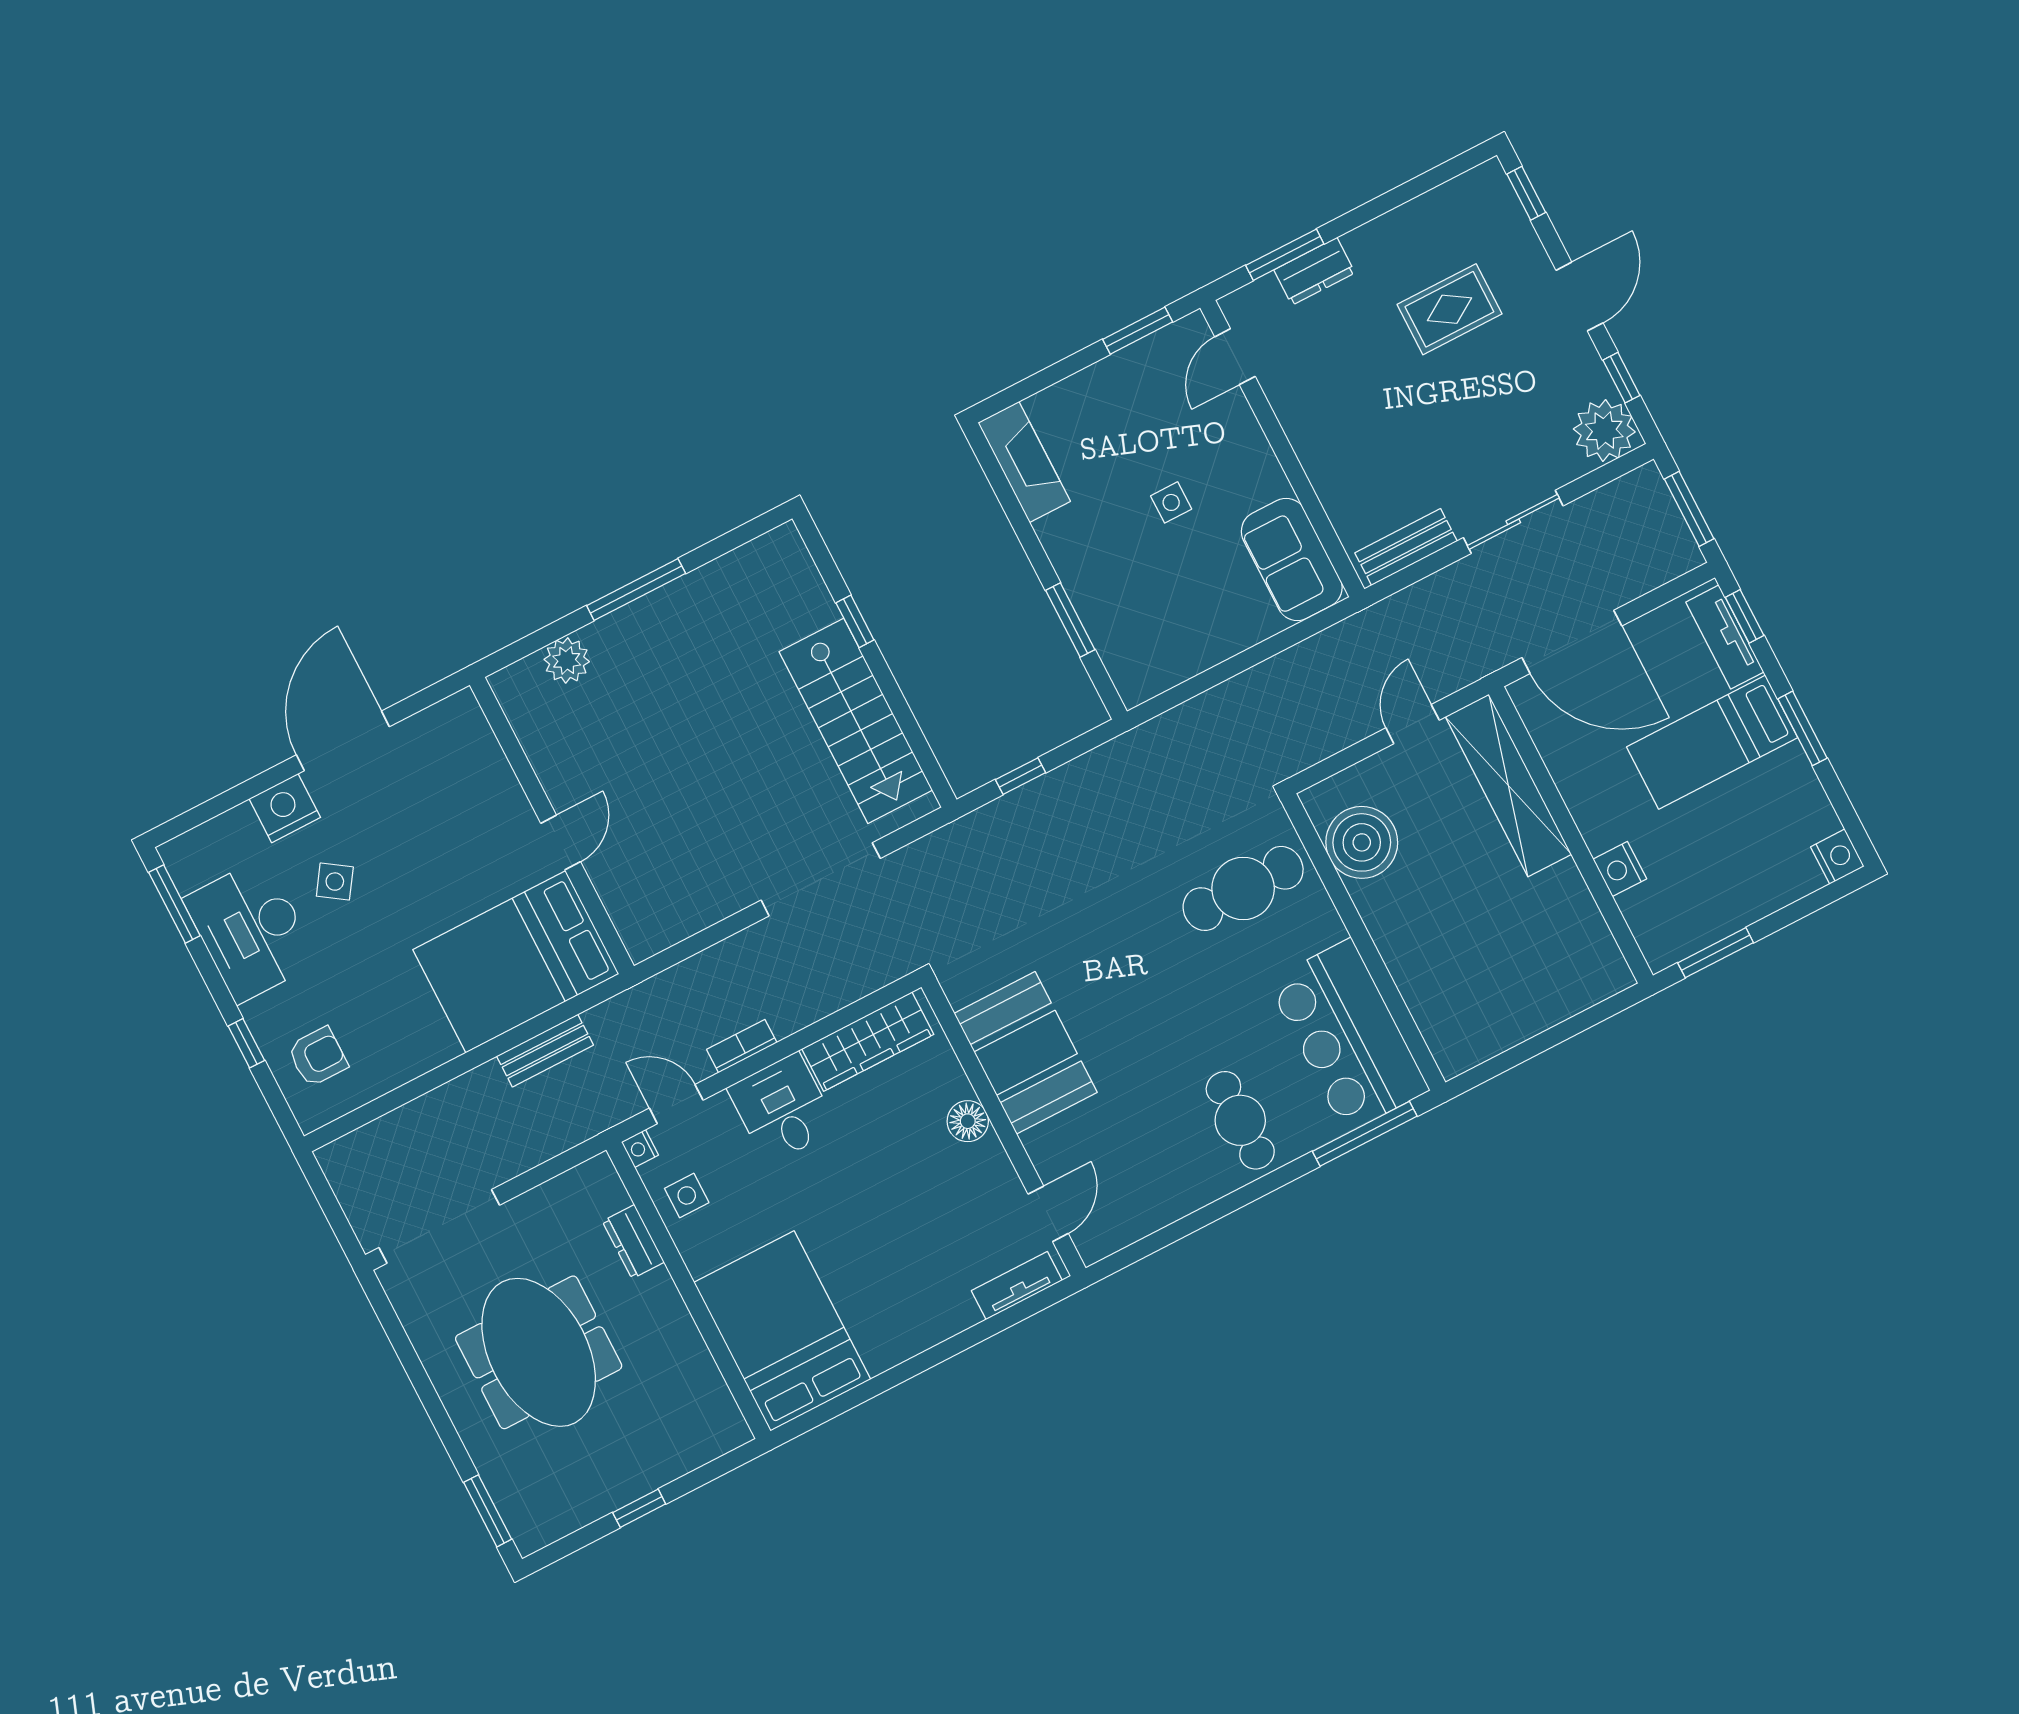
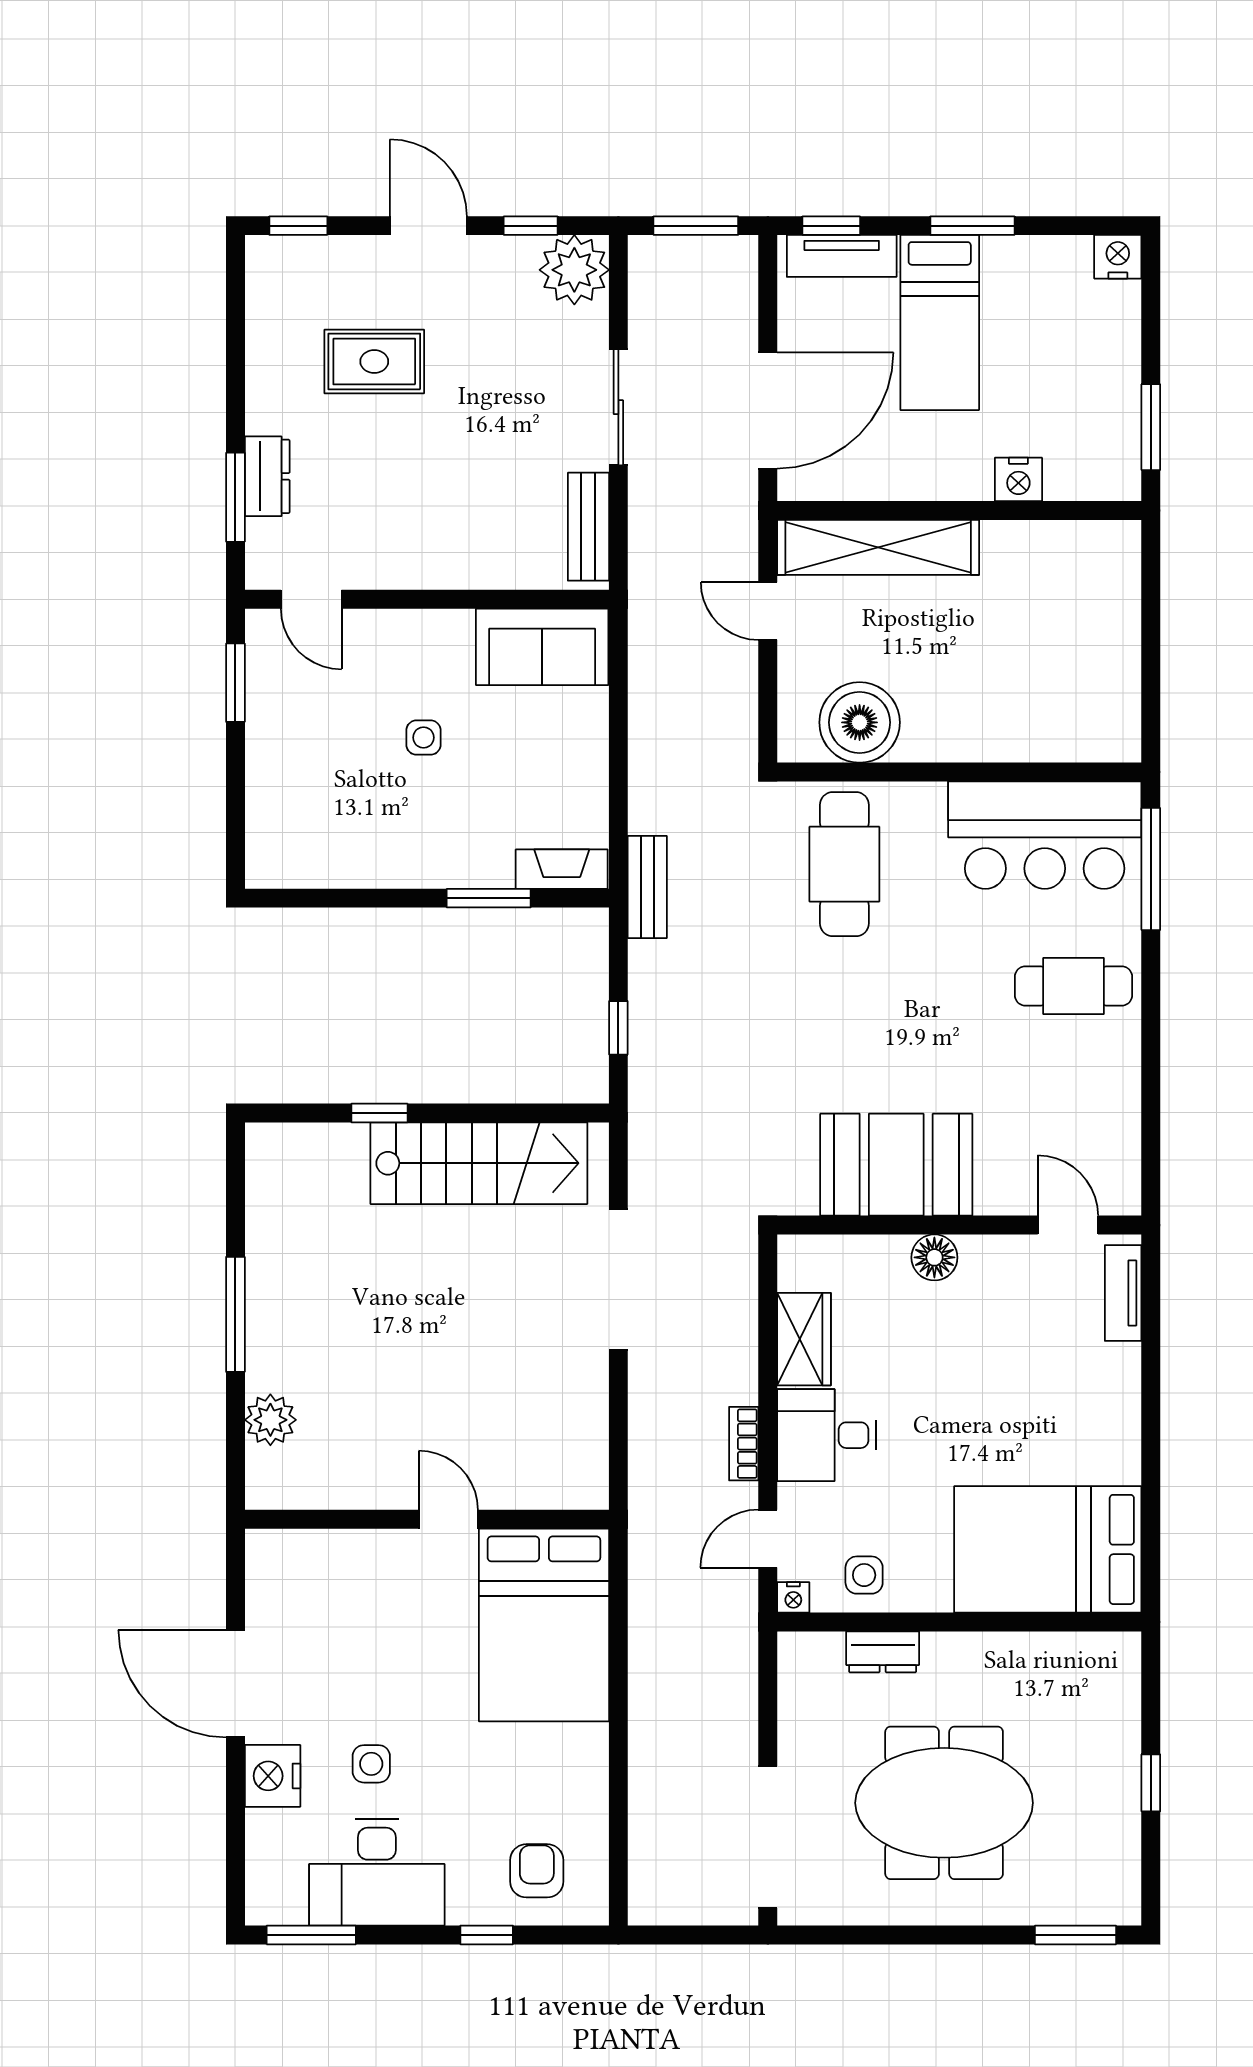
rug: (1449, 309) -> (374, 362), turned 90
fireplace: (1024, 462) -> (562, 869), moved, width x0.73, depth x0.76
side table: (335, 882) -> (371, 1764), turned -34
wardrobe: (868, 1042) -> (804, 1339), width x0.67
bench: (545, 1051) -> (647, 887), moved

